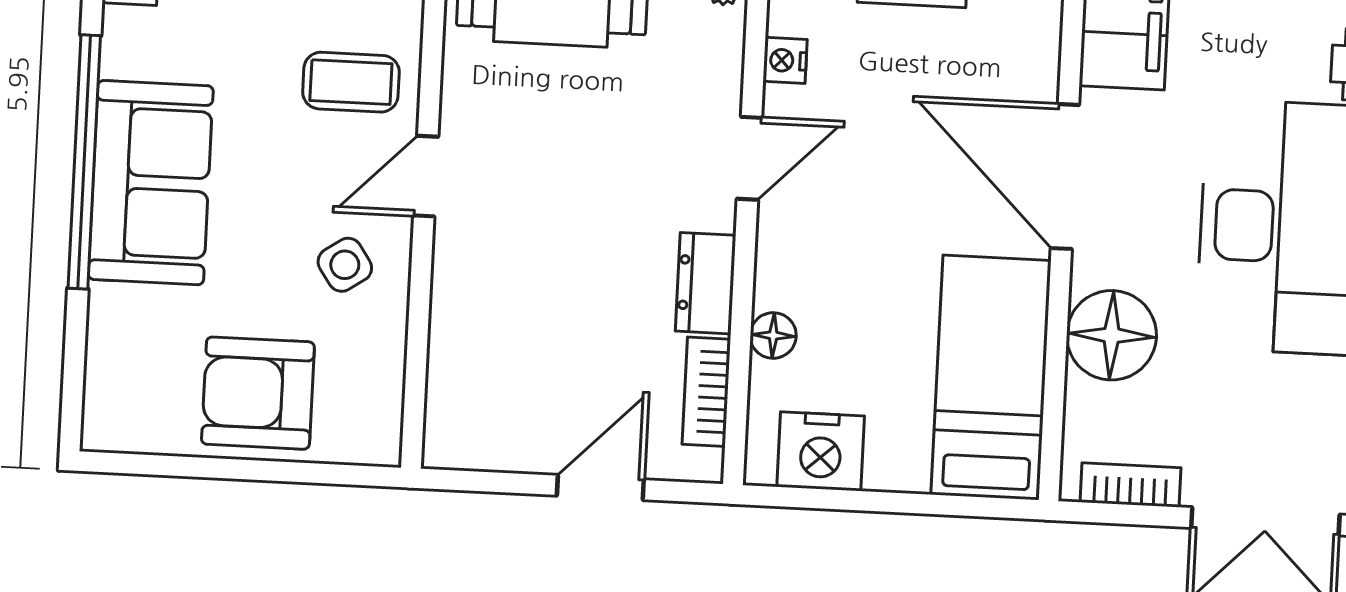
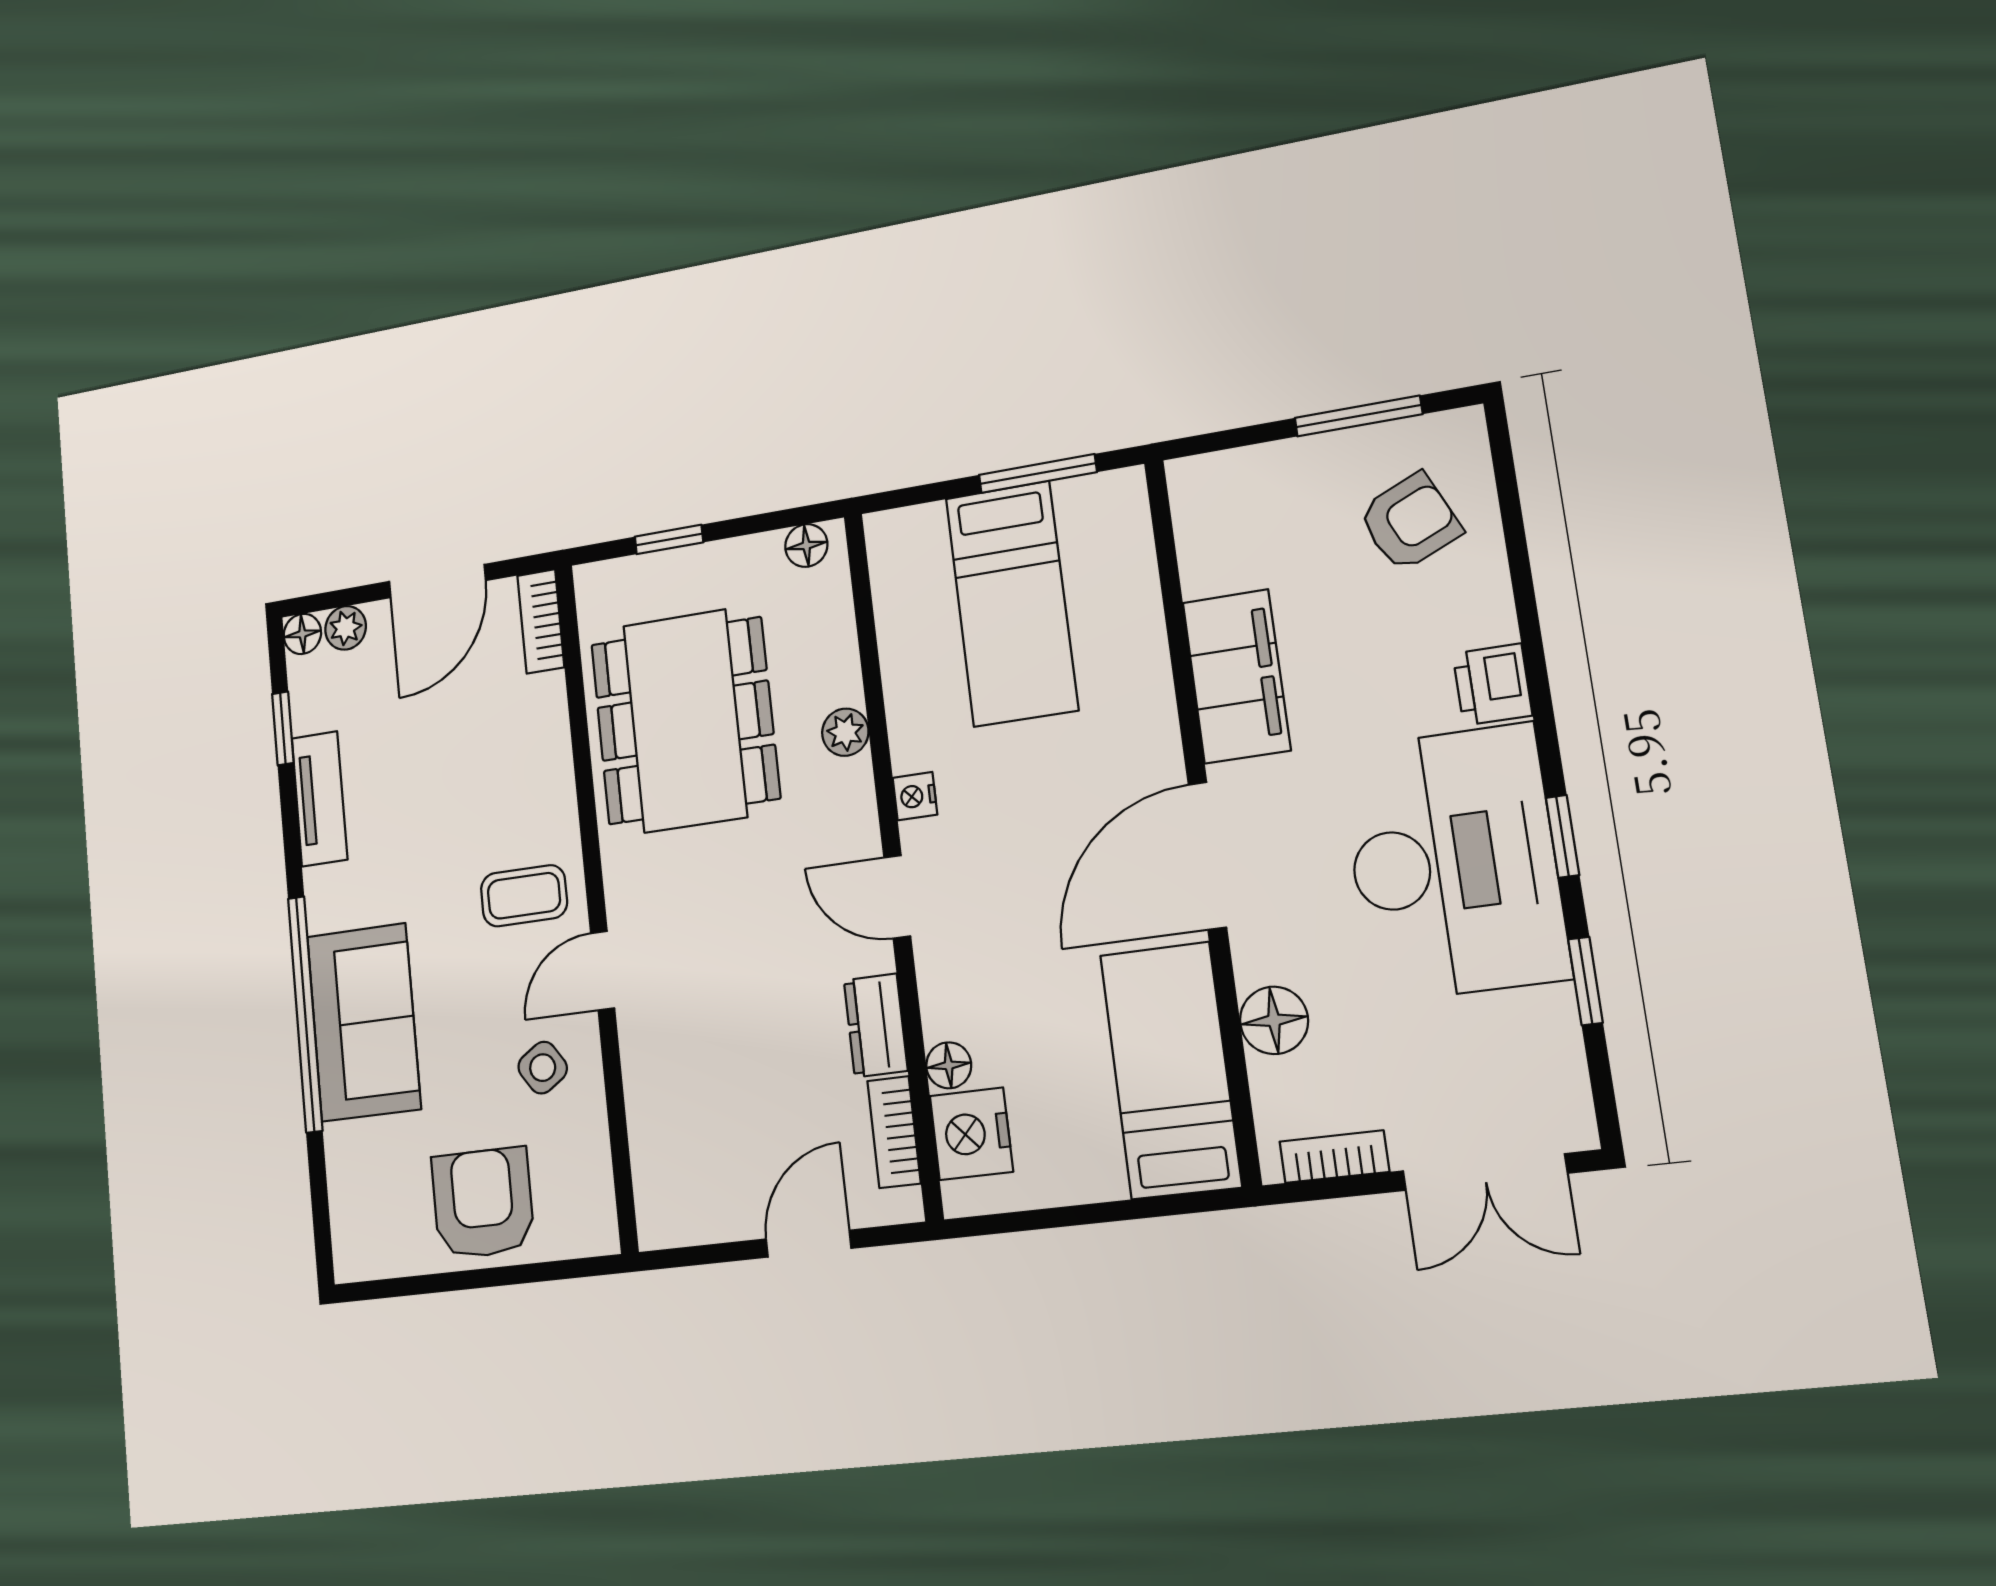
door: (749, 158) -> (897, 897), swing flipped
door: (1065, 177) -> (1207, 856), hinge flipped
floor lamp: (1111, 335) -> (1274, 1020), width x0.73, depth x0.73
armchair: (258, 393) -> (483, 1203), turned 90
nightstand: (821, 451) -> (971, 1134), moved, turned 90

